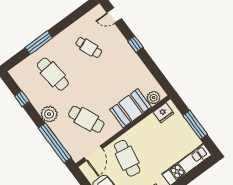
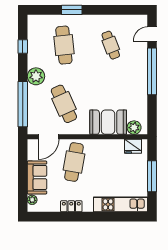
door: (114, 16) -> (152, 34), hinge flipped
window: (39, 43) -> (72, 10), width x0.69
window: (135, 44) -> (152, 71), width x3.17

